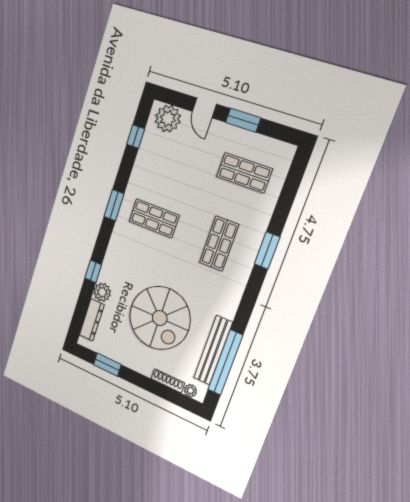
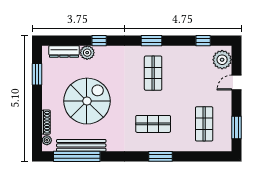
window: (243, 120) -> (237, 128), moved
spiral stairs: (160, 318) -> (87, 101), turned 180

